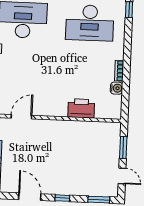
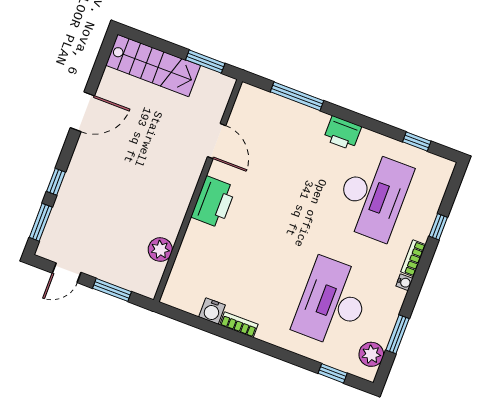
printer: (81, 108) -> (214, 202), moved
plant: (92, 128) -> (160, 250), added
window: (62, 198) -> (56, 182), moved

